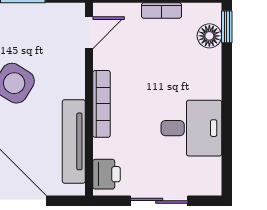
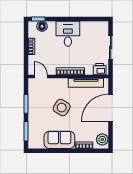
desk: (191, 128) -> (68, 34), moved

